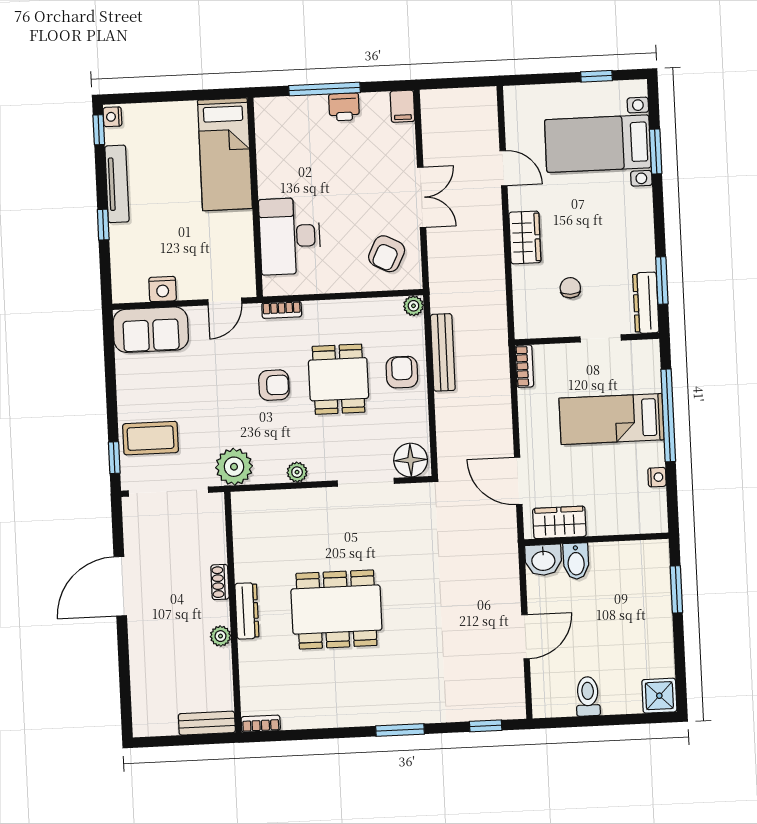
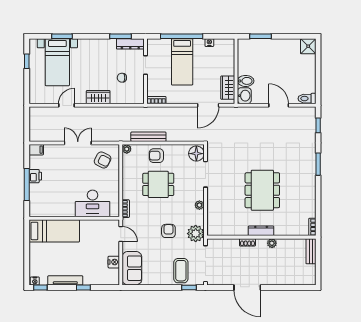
armchair: (274, 385) -> (168, 231), moved
toilet: (588, 696) -> (307, 99), moved

